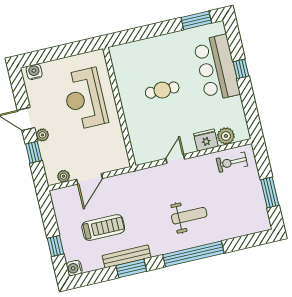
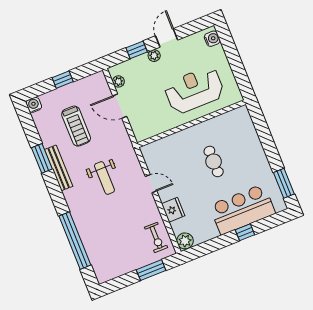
plant: (226, 136) -> (185, 241), moved
exercise bike: (232, 162) -> (156, 237), turned 180
window: (270, 192) -> (151, 270), moved
weight bench: (189, 216) -> (104, 178), moved
window: (56, 246) -> (63, 80), moved
window: (193, 254) -> (75, 241), moved
bench: (127, 256) -> (59, 168), moved

